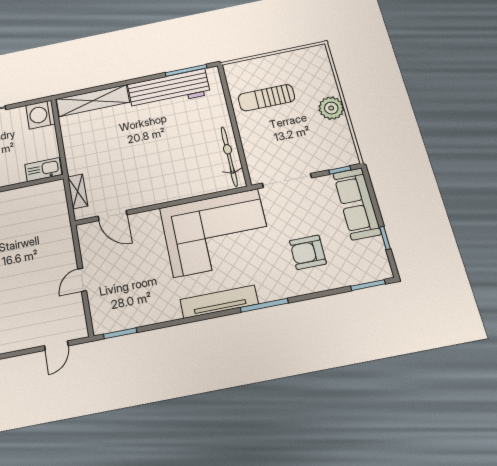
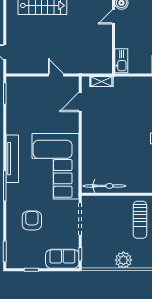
sun lounger: (266, 98) -> (140, 220), turned 180
sofa: (357, 204) -> (62, 259), width x0.73
door: (82, 280) -> (56, 75), moved

